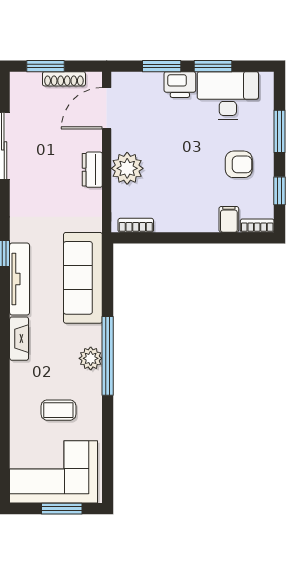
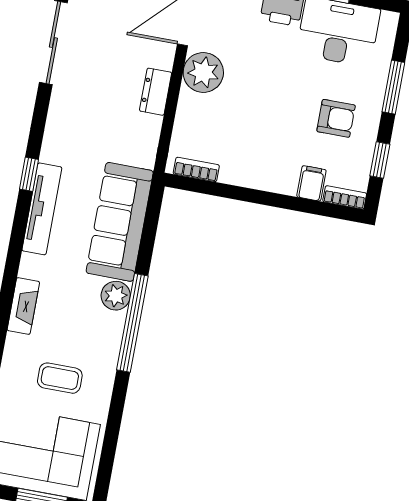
plant: (127, 168) -> (203, 72), moved
fireplace: (19, 339) -> (23, 306), moved
plant: (91, 358) -> (116, 296), moved

